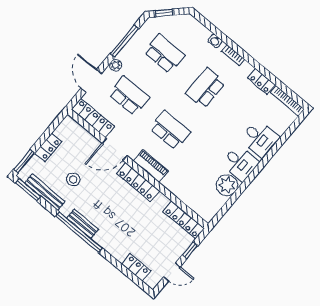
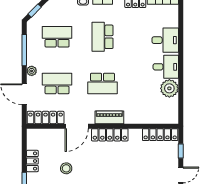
school desk: (170, 130) -> (102, 83), turned 180

